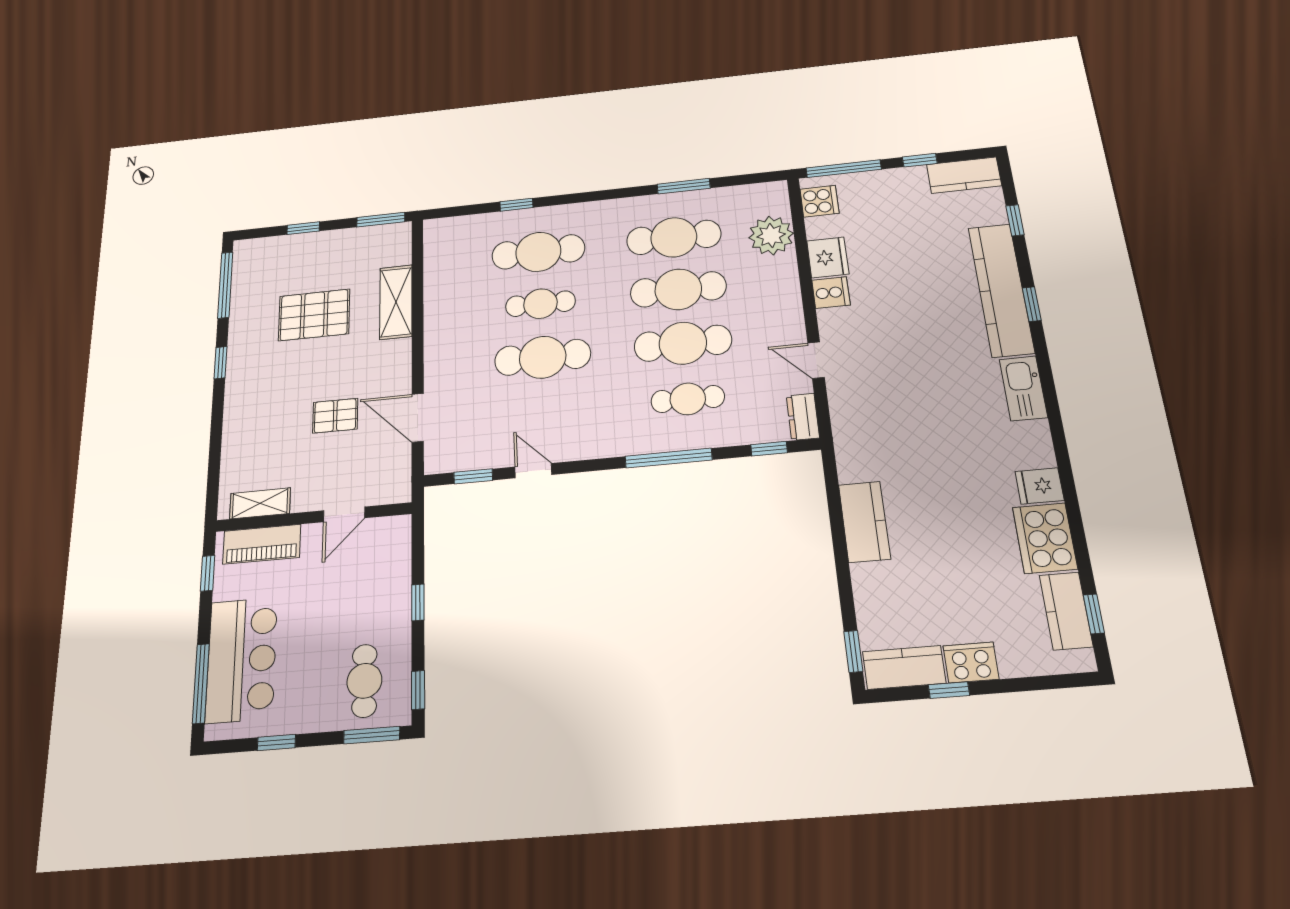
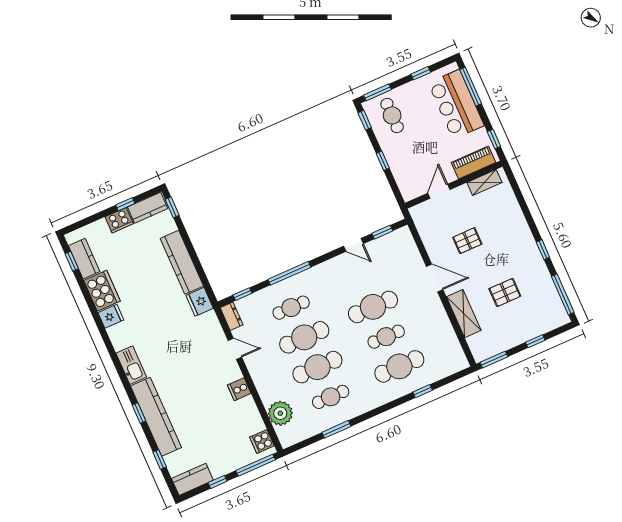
cafe table: (674, 237) -> (331, 397), width x0.73, depth x0.74
fridge: (828, 257) -> (200, 302), moved
pallet: (314, 315) -> (505, 292), width x0.67, depth x0.71
door: (418, 418) -> (435, 278), moved
kitchen counter: (864, 522) -> (182, 262), width x1.50

